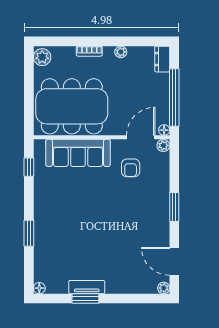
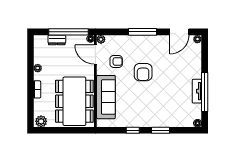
dresser: (162, 59) -> (57, 40), moved
window: (29, 167) -> (133, 130), moved
window: (174, 207) -> (143, 32), width x1.44
armchair: (115, 208) -> (143, 72), added
window: (85, 299) -> (205, 92), width x2.11

